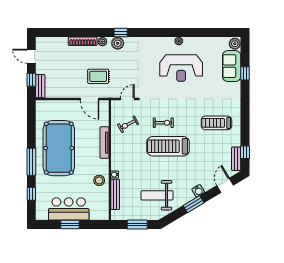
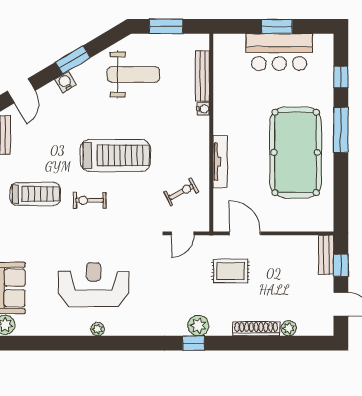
plant: (102, 42) -> (289, 328), moved
exercise bike: (163, 123) -> (89, 200), moved
stool: (99, 180) -> (229, 99), removed

